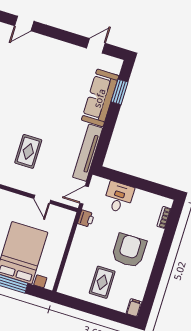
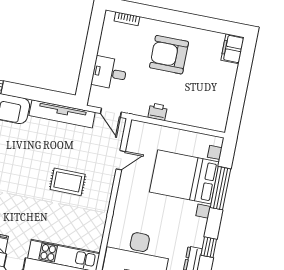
printer: (86, 219) -> (158, 112), moved
rug: (102, 282) -> (208, 82), removed
filing cabinet: (134, 308) -> (232, 49), width x2.00

